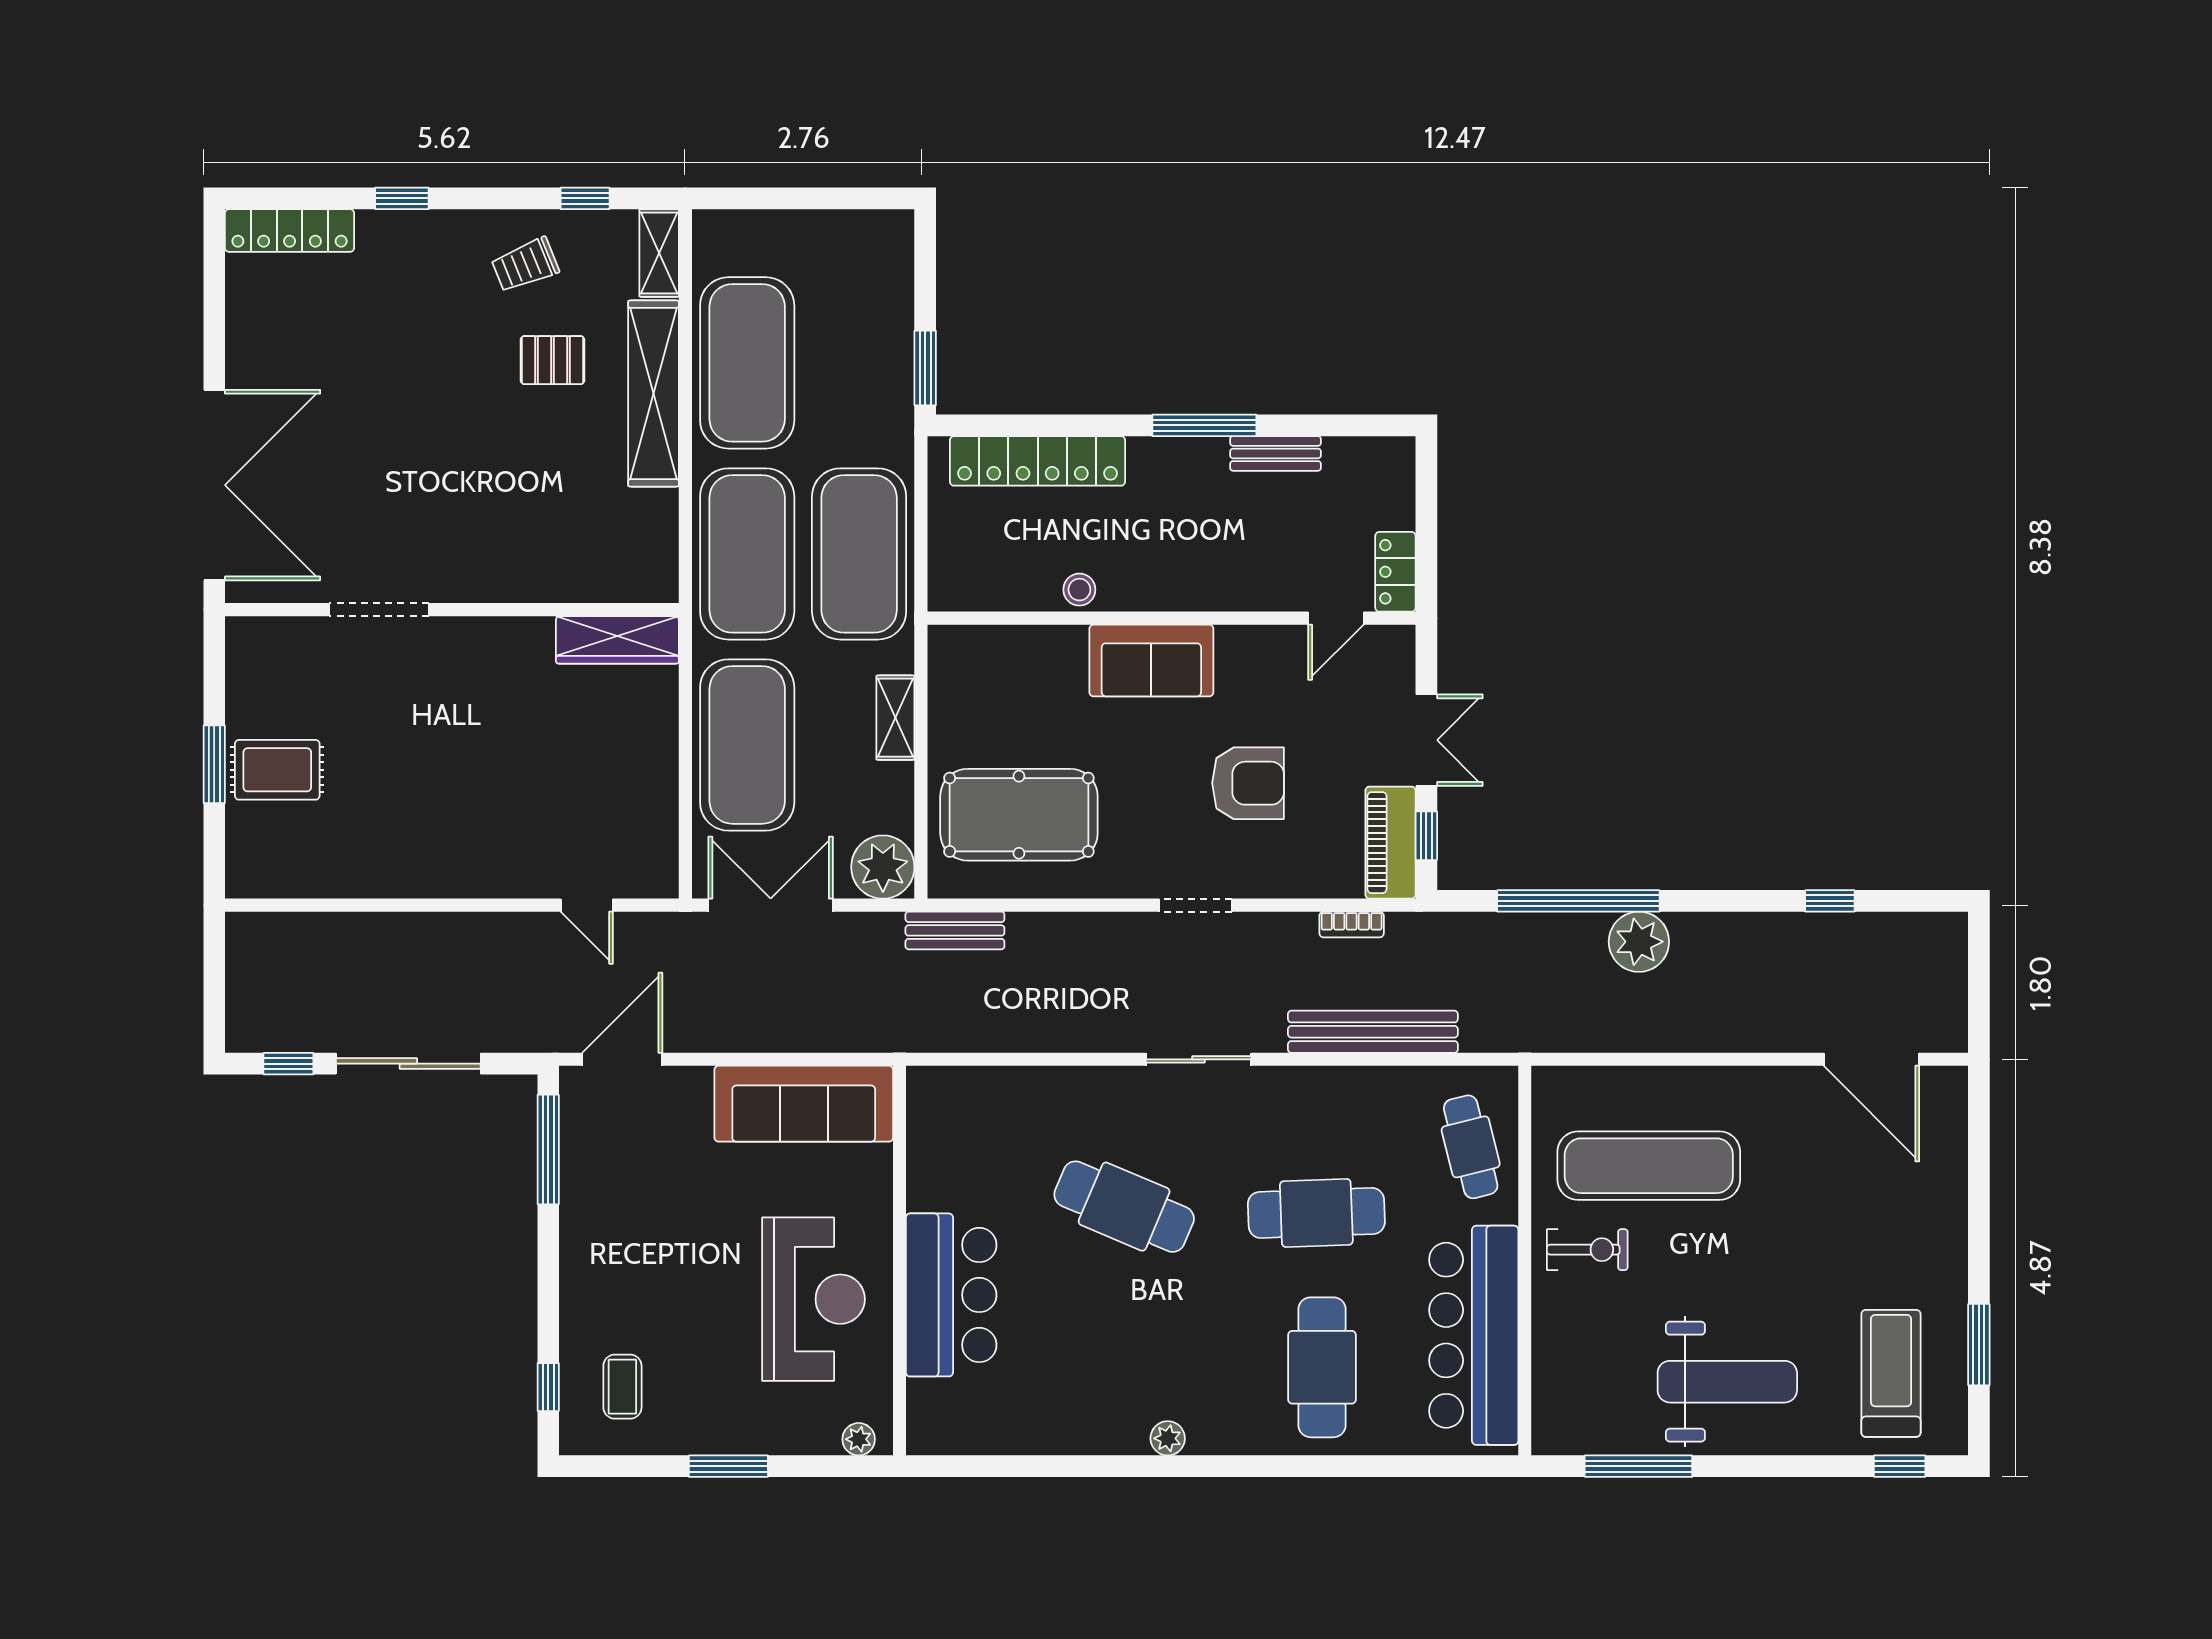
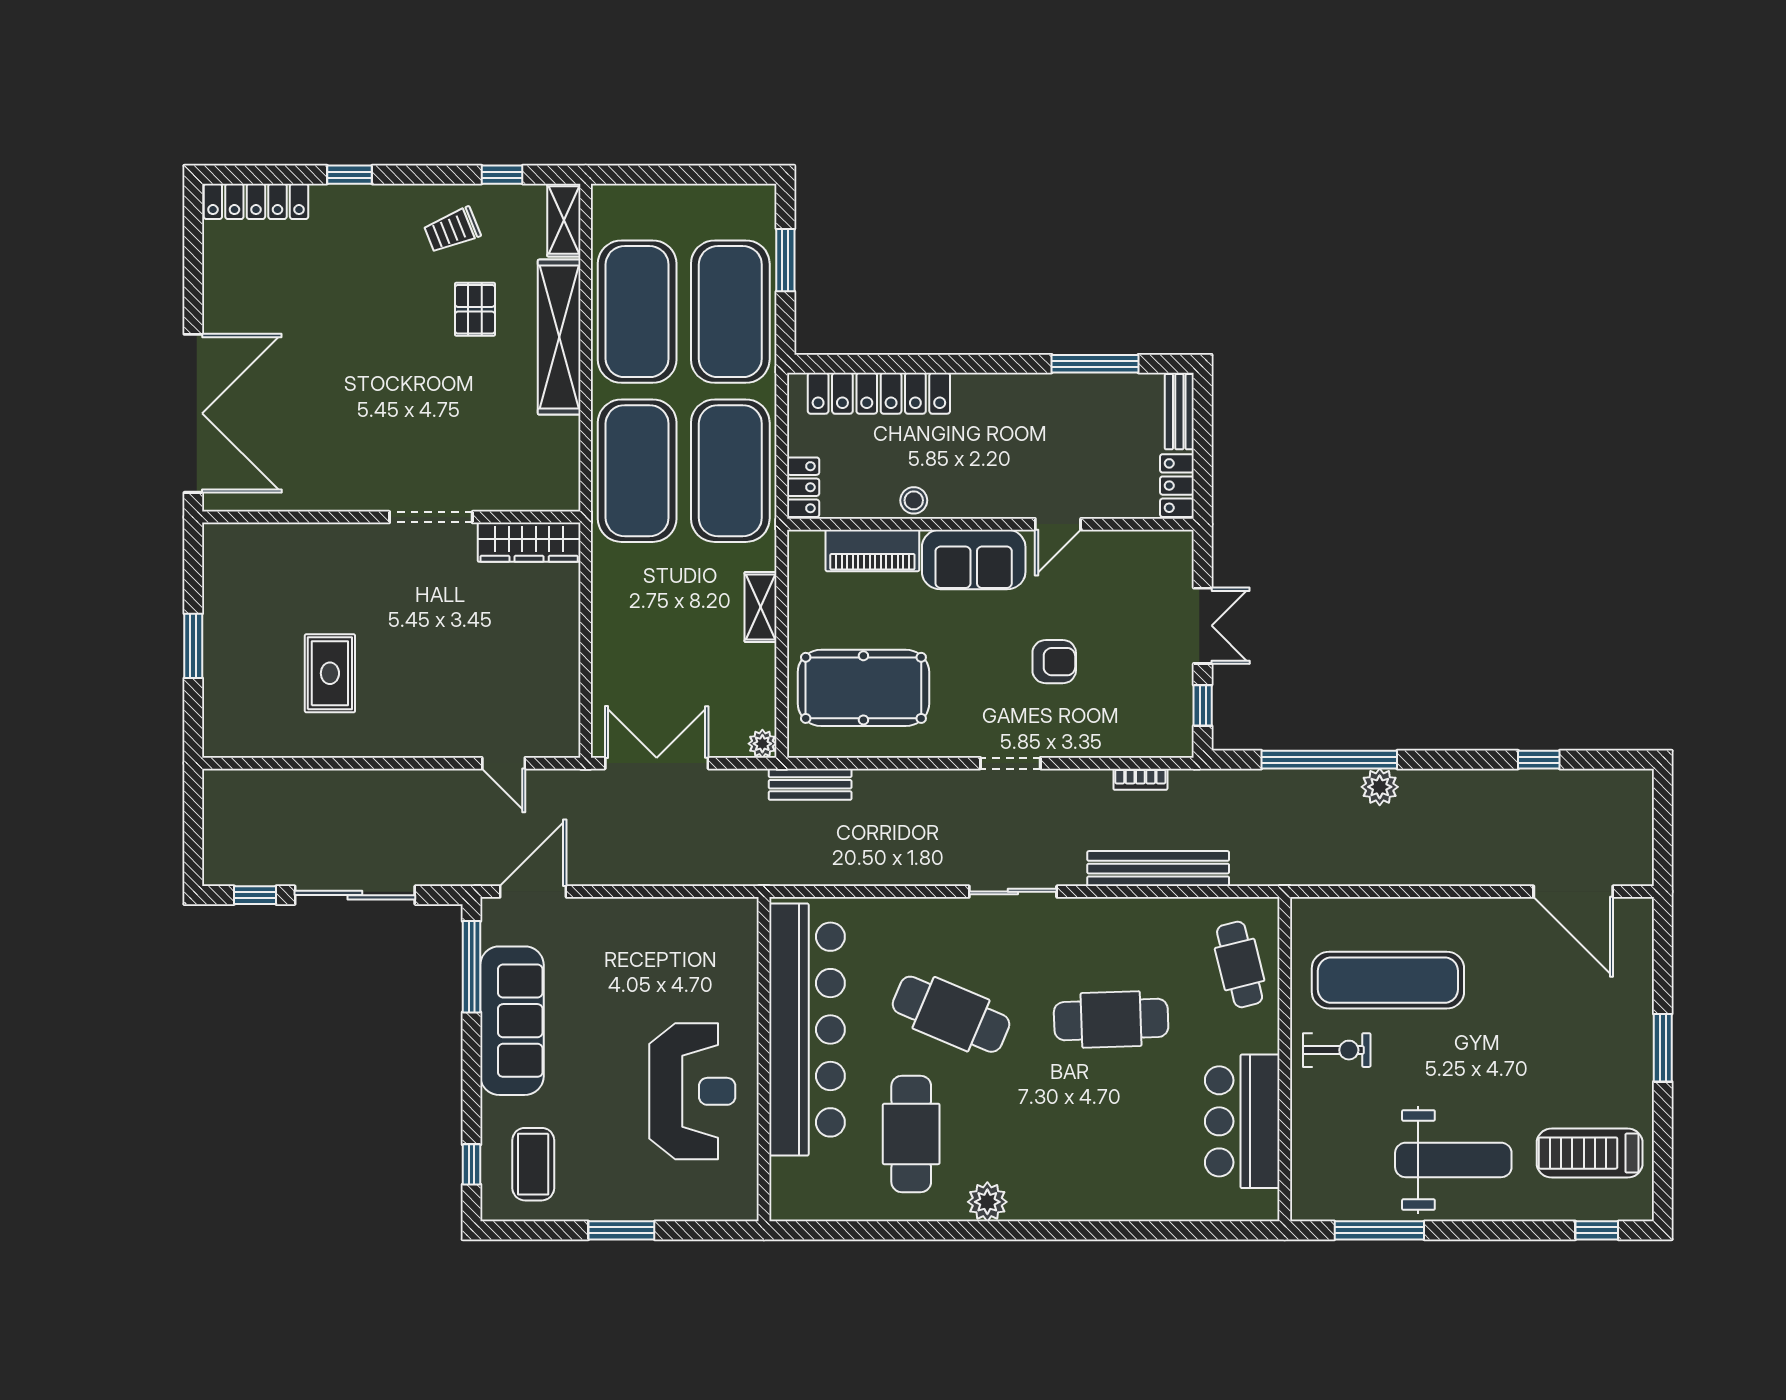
pallet: (553, 360) -> (475, 309), turned 90
window: (925, 368) -> (785, 260), moved
window: (1204, 425) -> (1095, 364), moved
bench: (1276, 453) -> (1179, 412), moved, turned 90
locker: (946, 574) -> (803, 487), added
doorway: (379, 610) -> (431, 517), moved
door: (1336, 618) -> (1058, 524), moved
exercise mat: (747, 745) -> (730, 312), moved
rug: (277, 770) -> (330, 673), moved, turned 90
armchair: (1248, 783) -> (1054, 662), width x0.72, depth x0.72
piano: (1391, 843) -> (872, 550), moved, turned -90
plant: (883, 867) -> (762, 744), width x0.53, depth x0.53
plant: (1639, 942) -> (1380, 787), width x0.73, depth x0.73
sofa: (804, 1104) -> (512, 1021), moved, turned -90
bar counter: (951, 1295) -> (807, 1030), width x1.86
bar counter: (1474, 1335) -> (1242, 1121), width x0.73
window: (1979, 1345) -> (1663, 1048), moved
cafe table: (1322, 1367) -> (911, 1134), moved
treadmill: (1891, 1373) -> (1590, 1153), turned -90
coffee table: (622, 1387) -> (533, 1164), width x1.36, depth x1.30
plant: (1168, 1438) -> (987, 1202), width x1.38, depth x1.38
plant: (859, 1439) -> (730, 1208), removed

